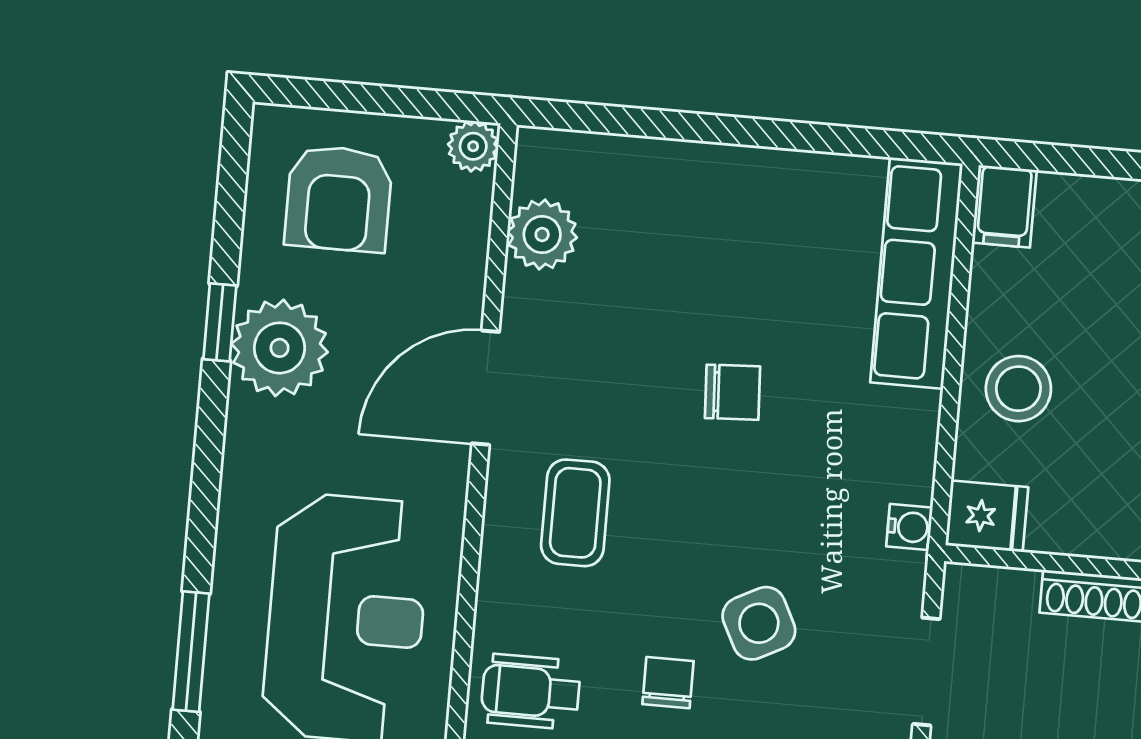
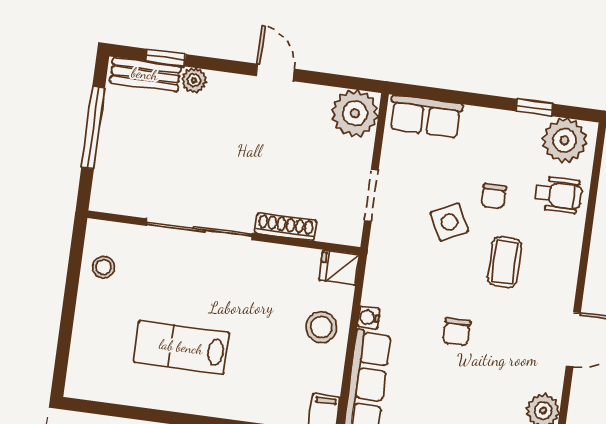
chair: (732, 392) -> (457, 332), turned -87
coffee table: (575, 513) -> (504, 262), moved
water cooler: (909, 527) -> (369, 317), moved

